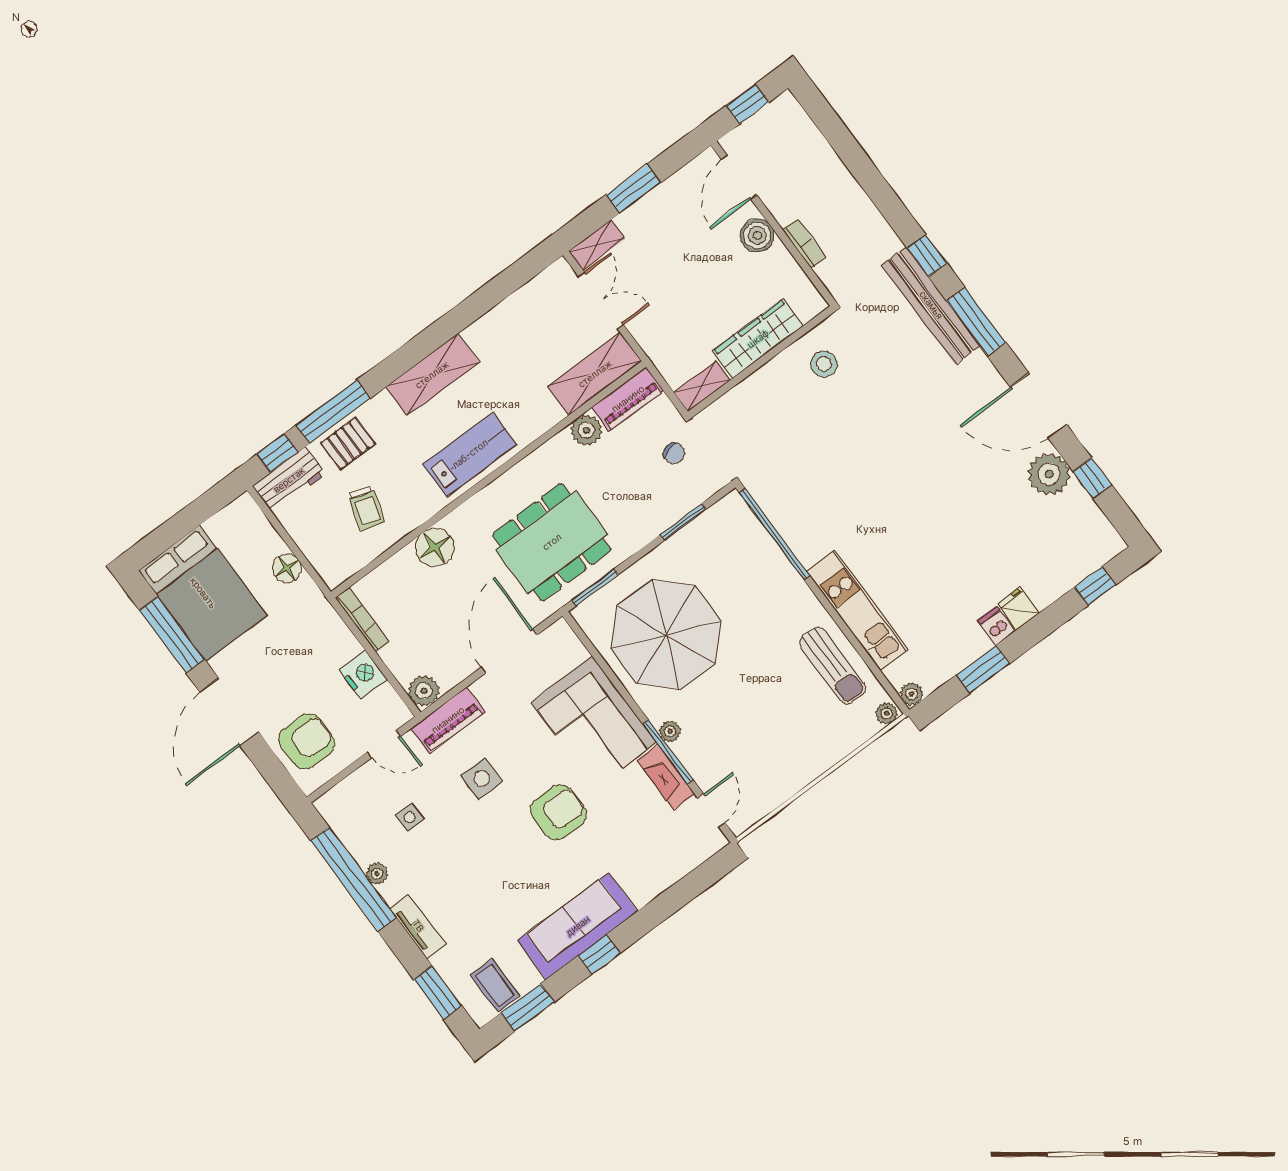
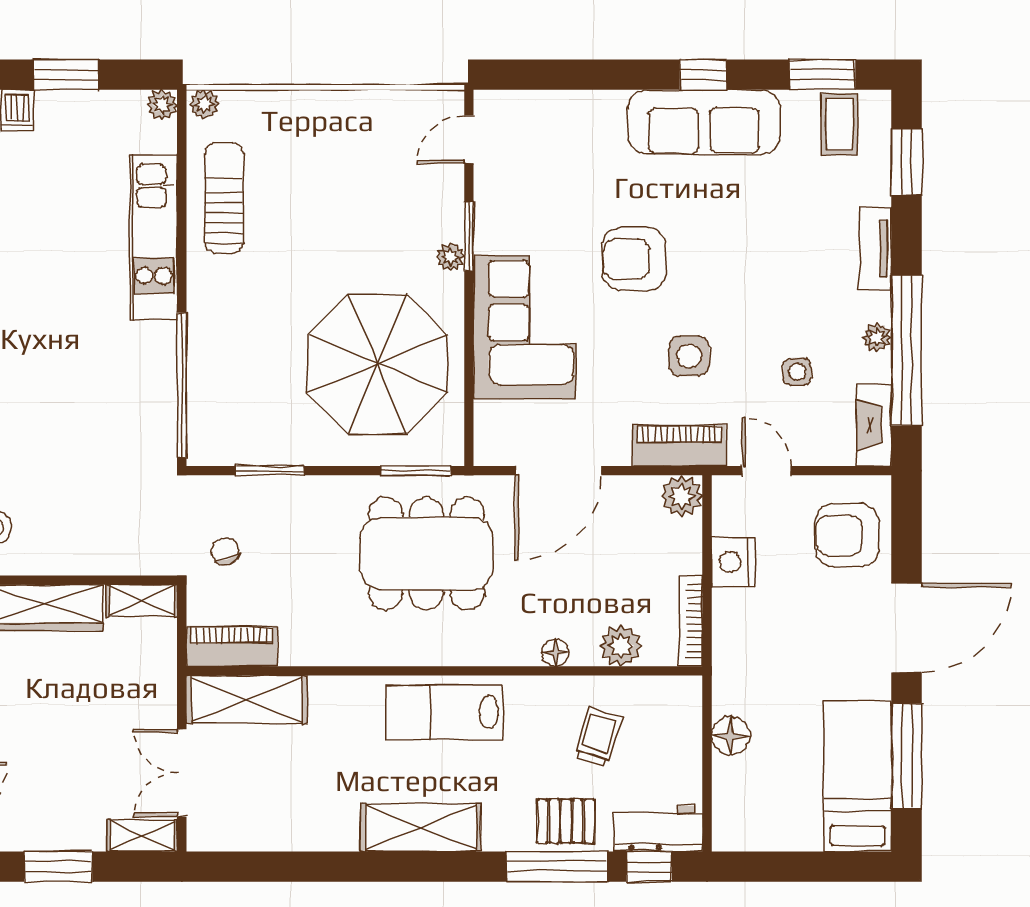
plant: (586, 430) -> (621, 646), moved
floor lamp: (435, 547) -> (556, 653), width x0.53, depth x0.53
bed: (203, 593) -> (857, 776), width x0.67
window: (668, 752) -> (469, 236), width x0.69
fireplace: (666, 777) -> (874, 425), moved, turned 180

